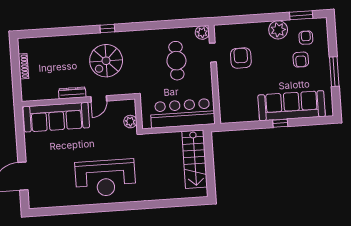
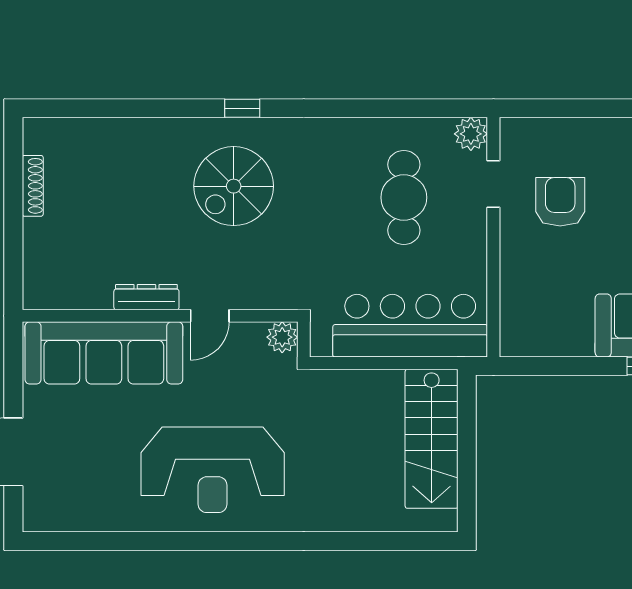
dresser: (72, 93) -> (146, 297), moved
door: (99, 99) -> (210, 316), moved
wall: (78, 100) -> (160, 316), moved
sofa: (56, 117) -> (104, 353), moved

